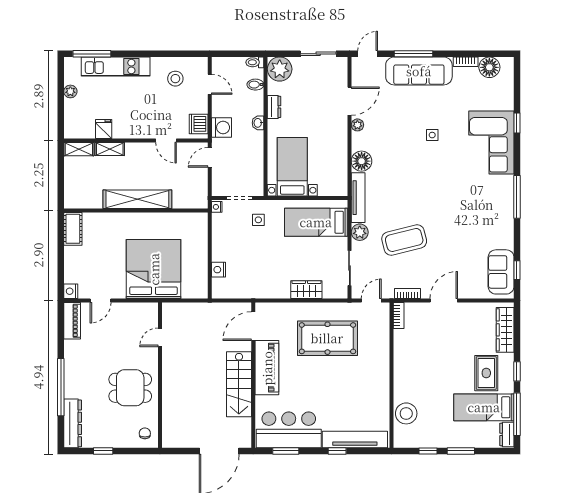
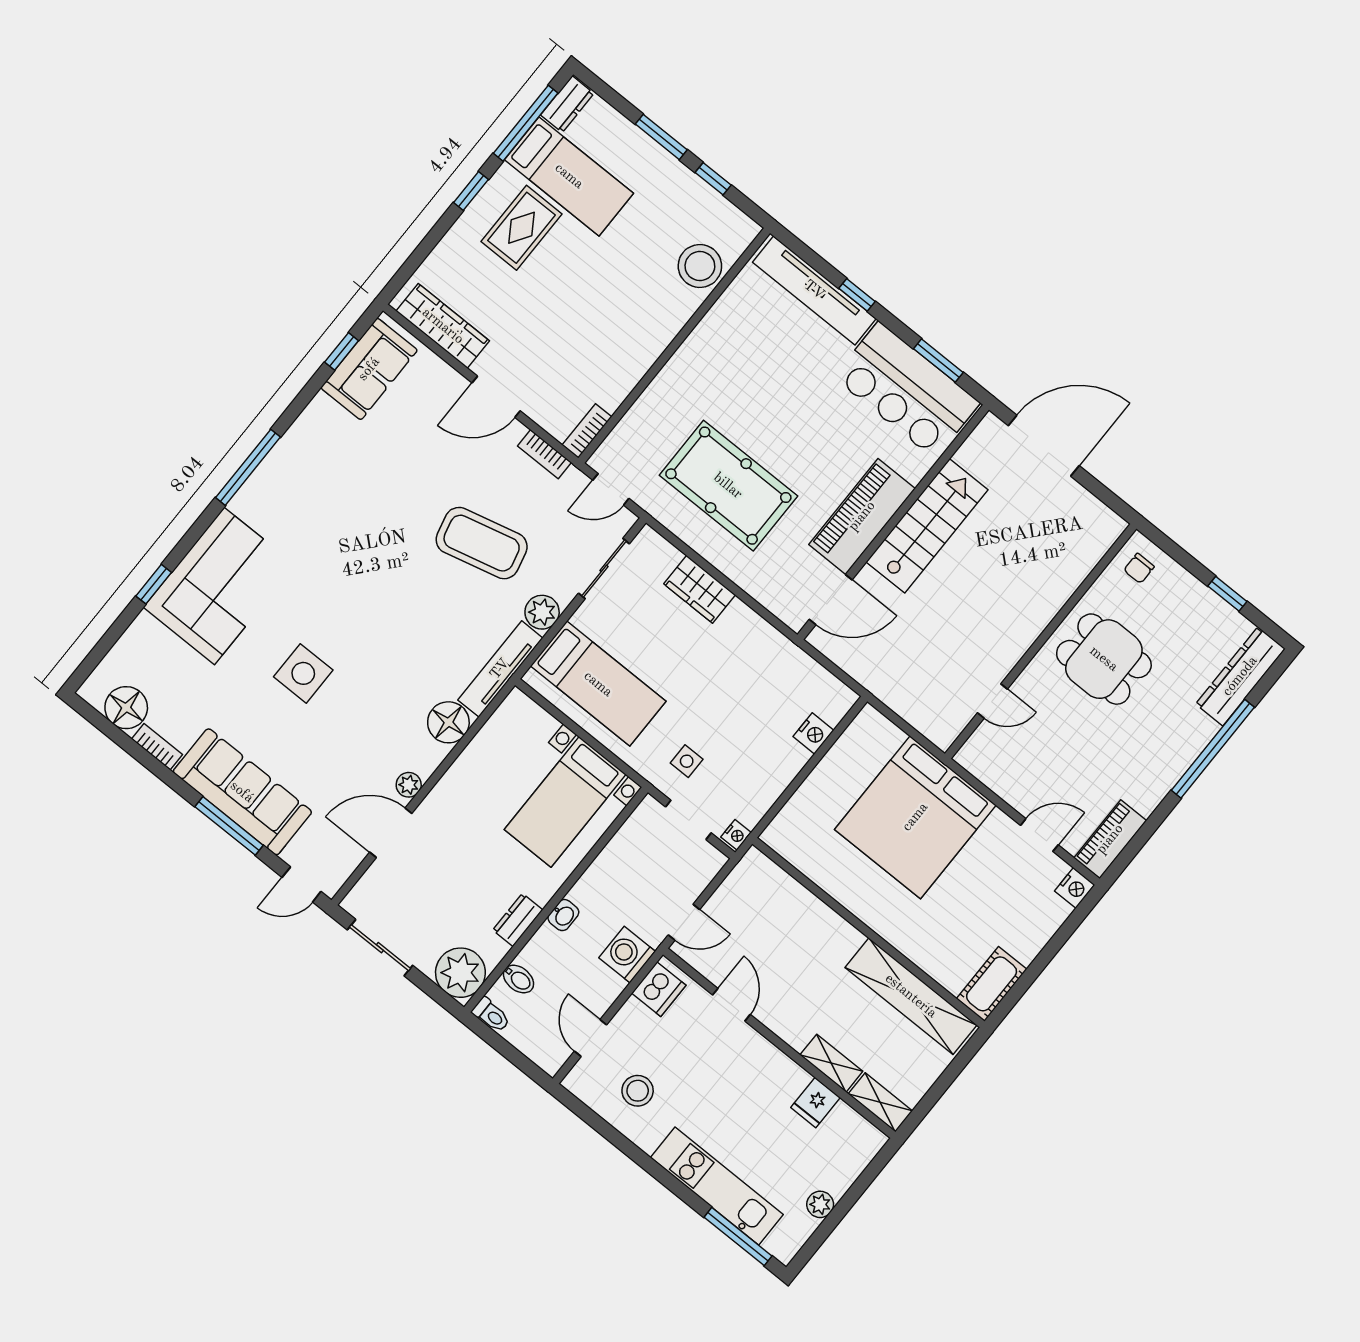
side table: (432, 135) -> (303, 673), width x1.87, depth x1.87
shelving: (137, 199) -> (911, 996), moved
wardrobe: (505, 330) -> (443, 326), moved, turned -90

